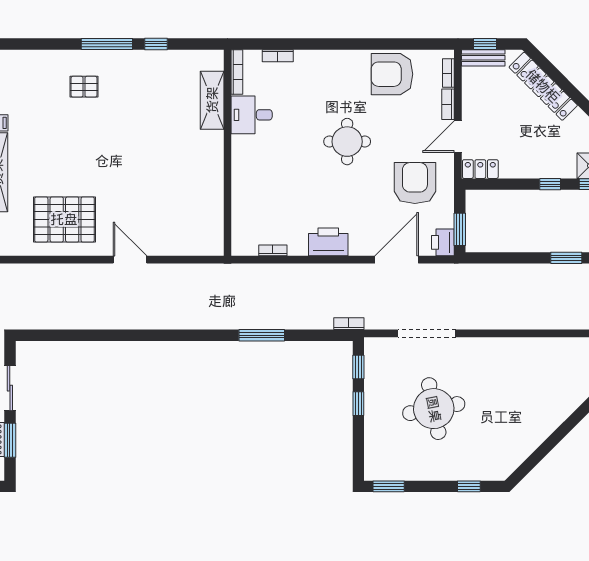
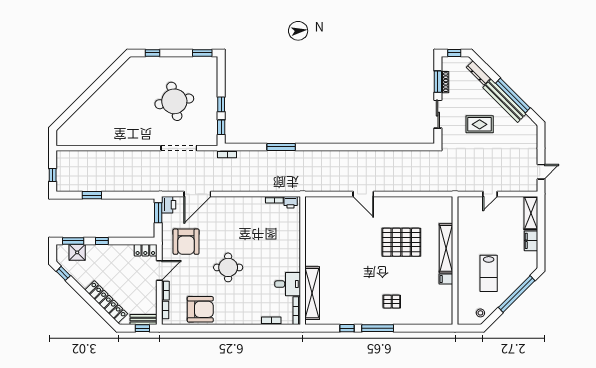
shelving: (212, 100) -> (312, 293), width x1.47
pallet: (64, 219) -> (401, 242), moved
printer: (328, 242) -> (291, 202), moved, width x0.53, depth x0.68

